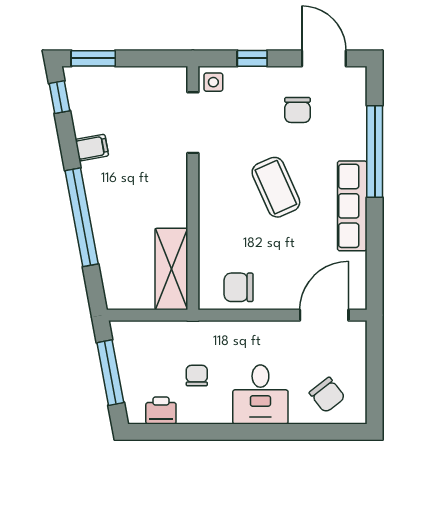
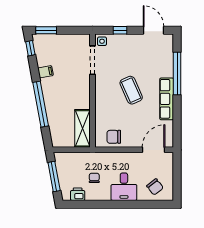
chair: (297, 110) -> (141, 54), removed

